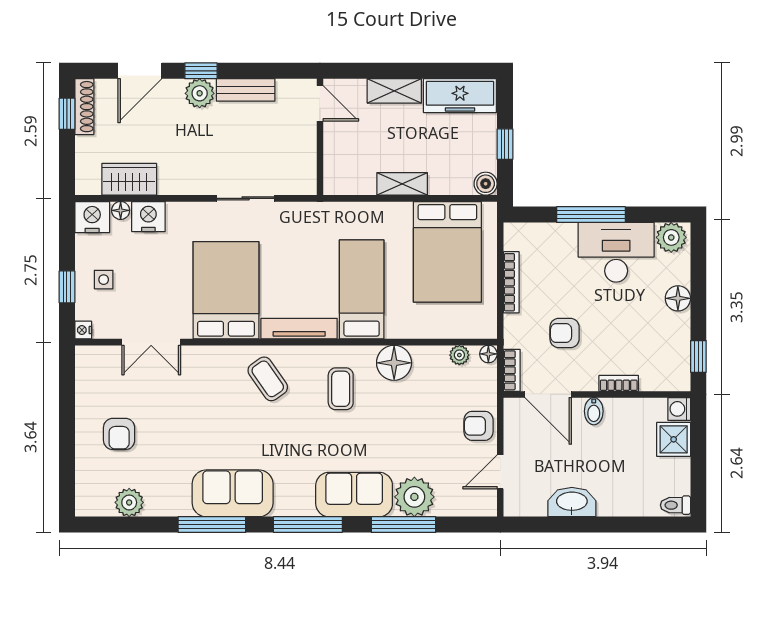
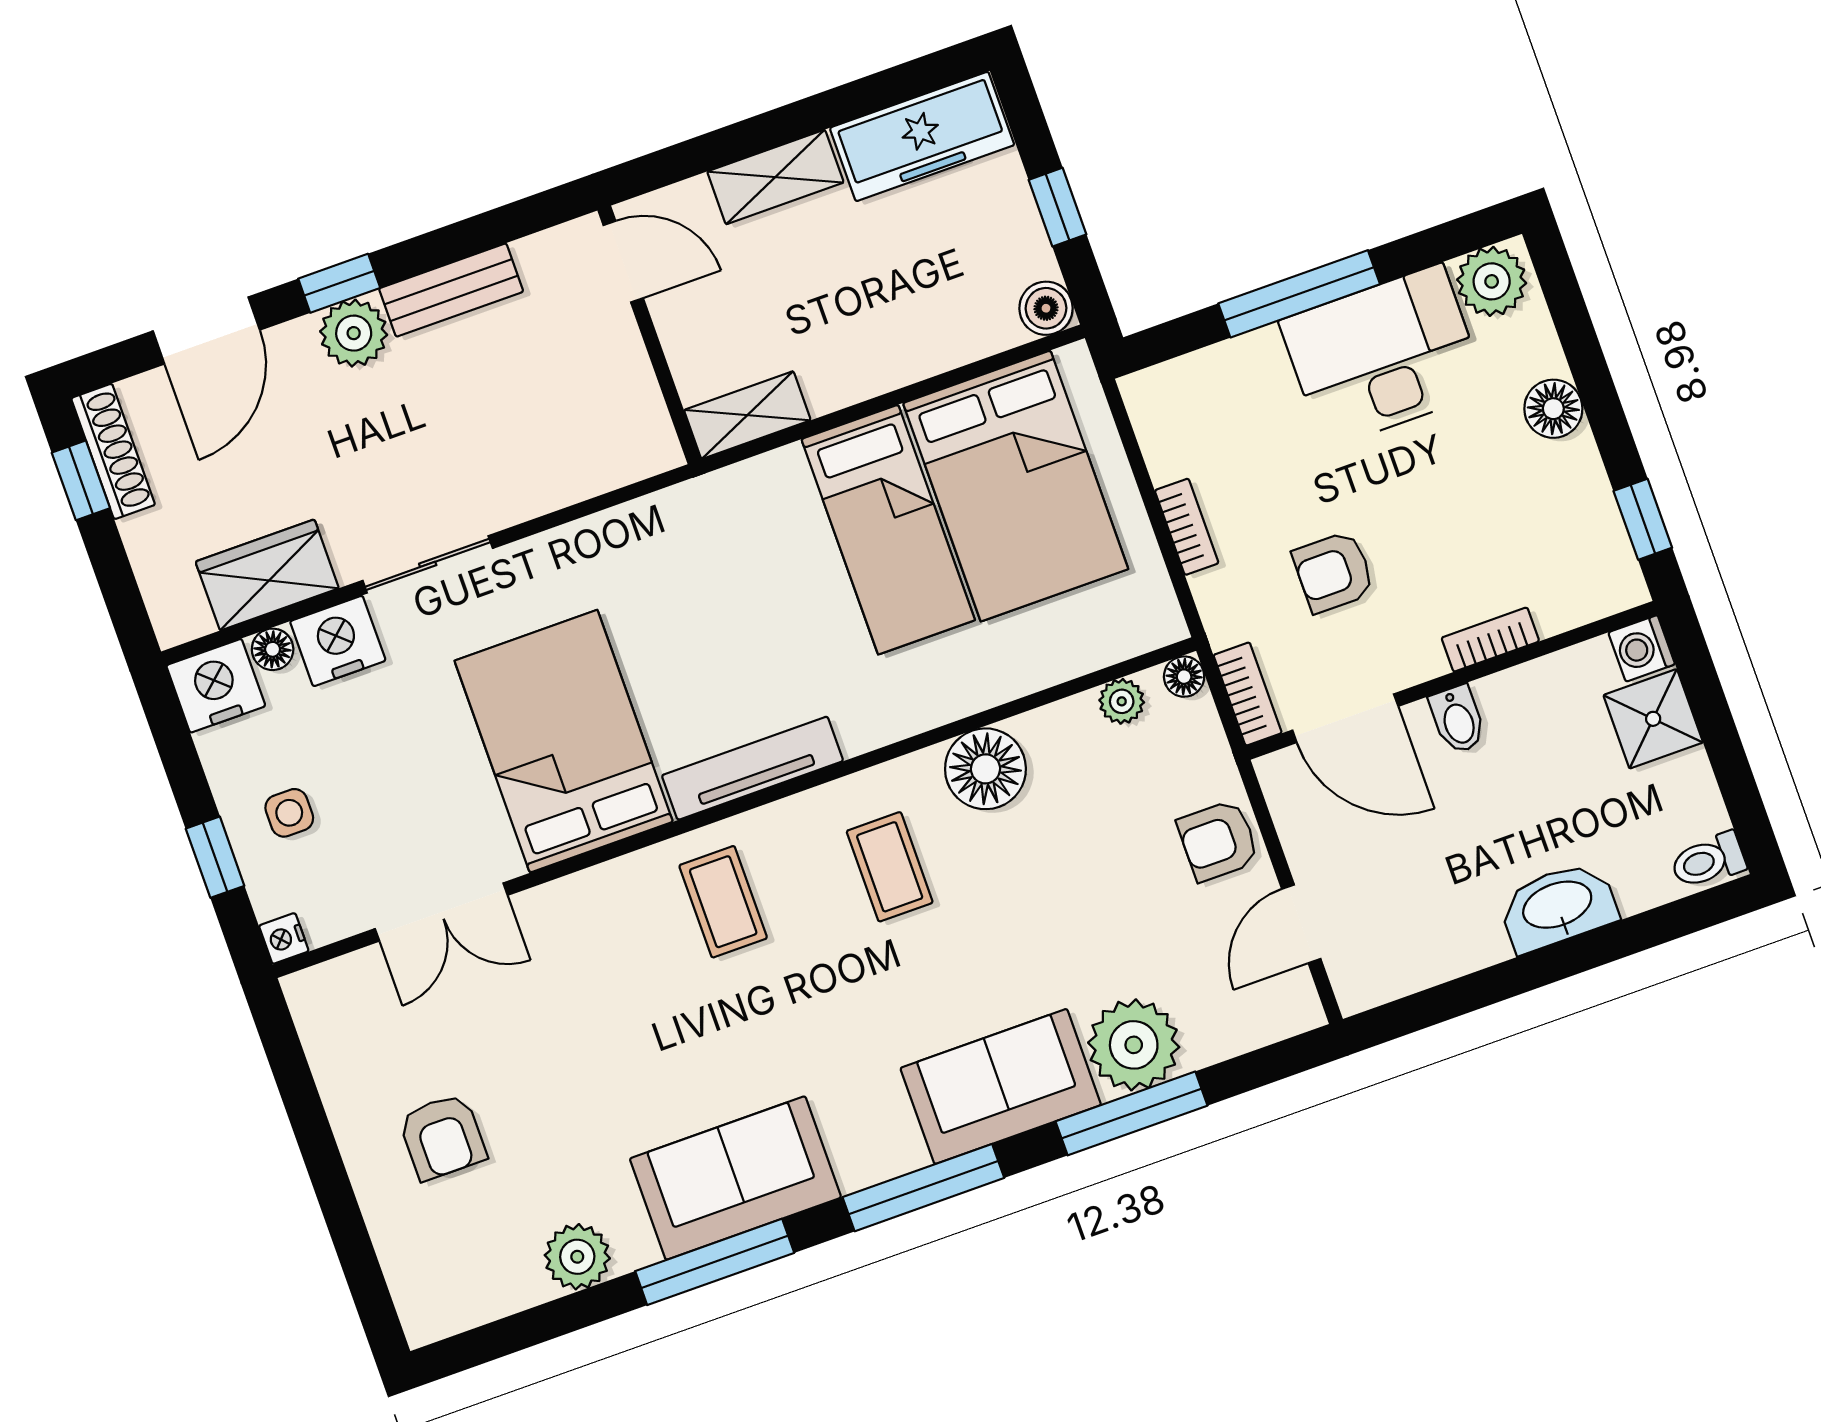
shelving: (402, 184) -> (747, 415), moved
sliding door: (246, 198) -> (428, 564), moved
bookcase: (511, 282) -> (1187, 527), width x0.64
bed: (362, 289) -> (888, 530), moved, turned 180
coffee table: (268, 379) -> (723, 902), turned 35
plant: (129, 502) -> (577, 1257), moved
washbasin: (572, 502) -> (1558, 907), moved

